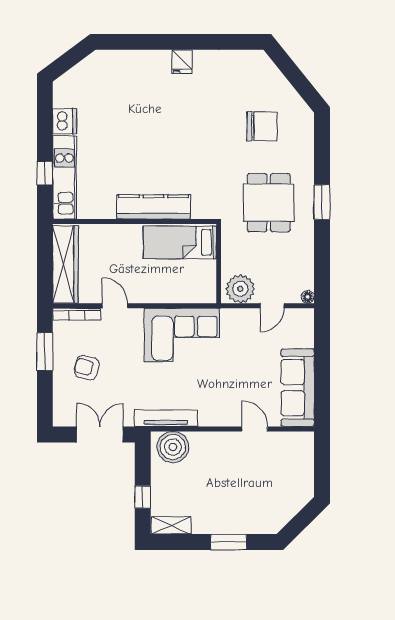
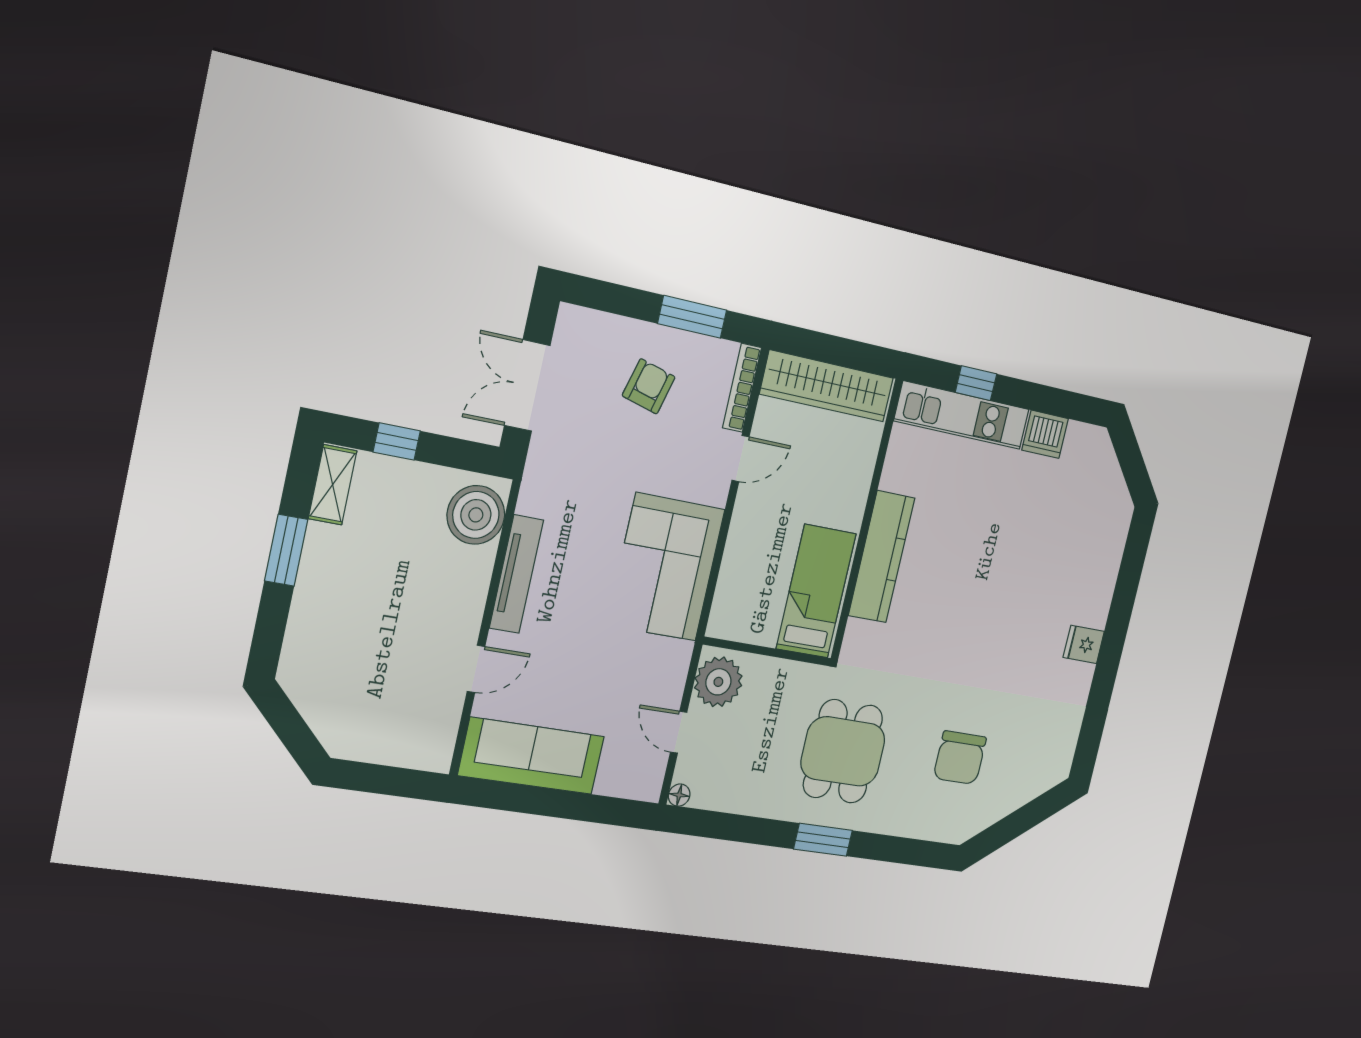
dining table: (269, 203) -> (843, 751), turned 90
tv unit: (166, 418) -> (516, 574), moved
double door: (100, 434) -> (527, 385), swing flipped
window: (229, 542) -> (286, 550), moved

